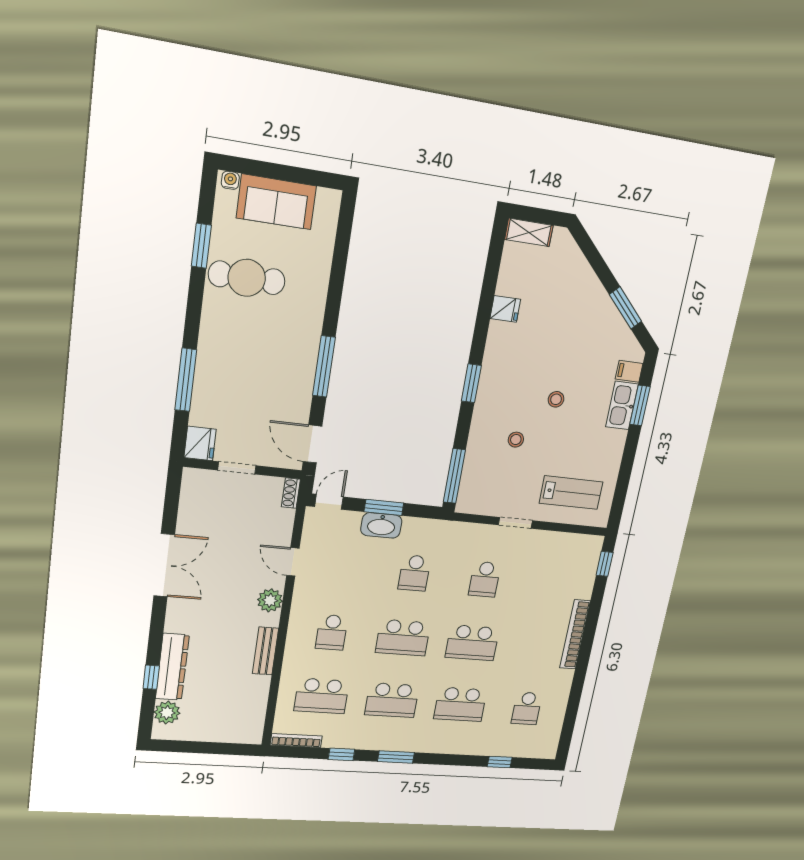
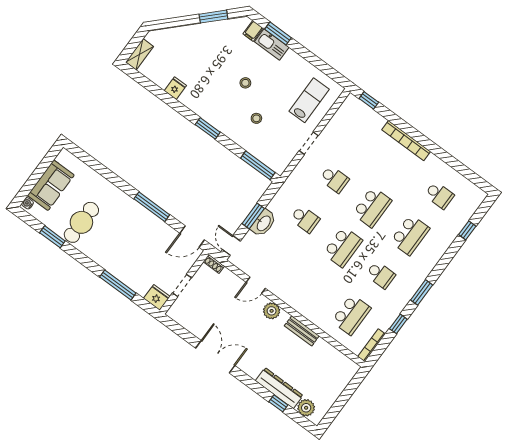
school desk: (332, 632) -> (313, 287), removed
school desk: (392, 700) -> (381, 275), width x0.54

